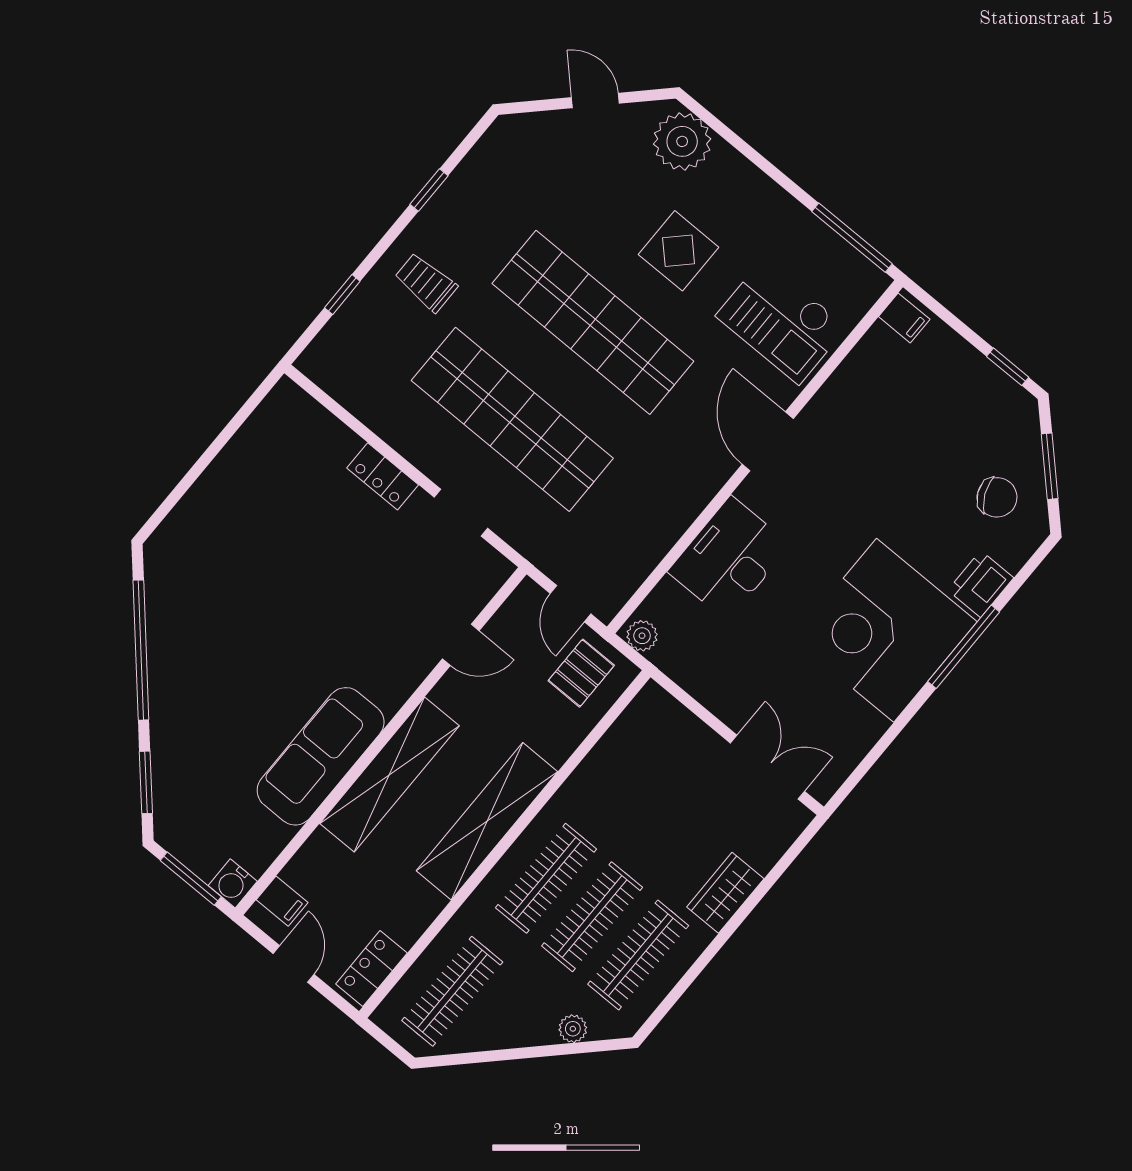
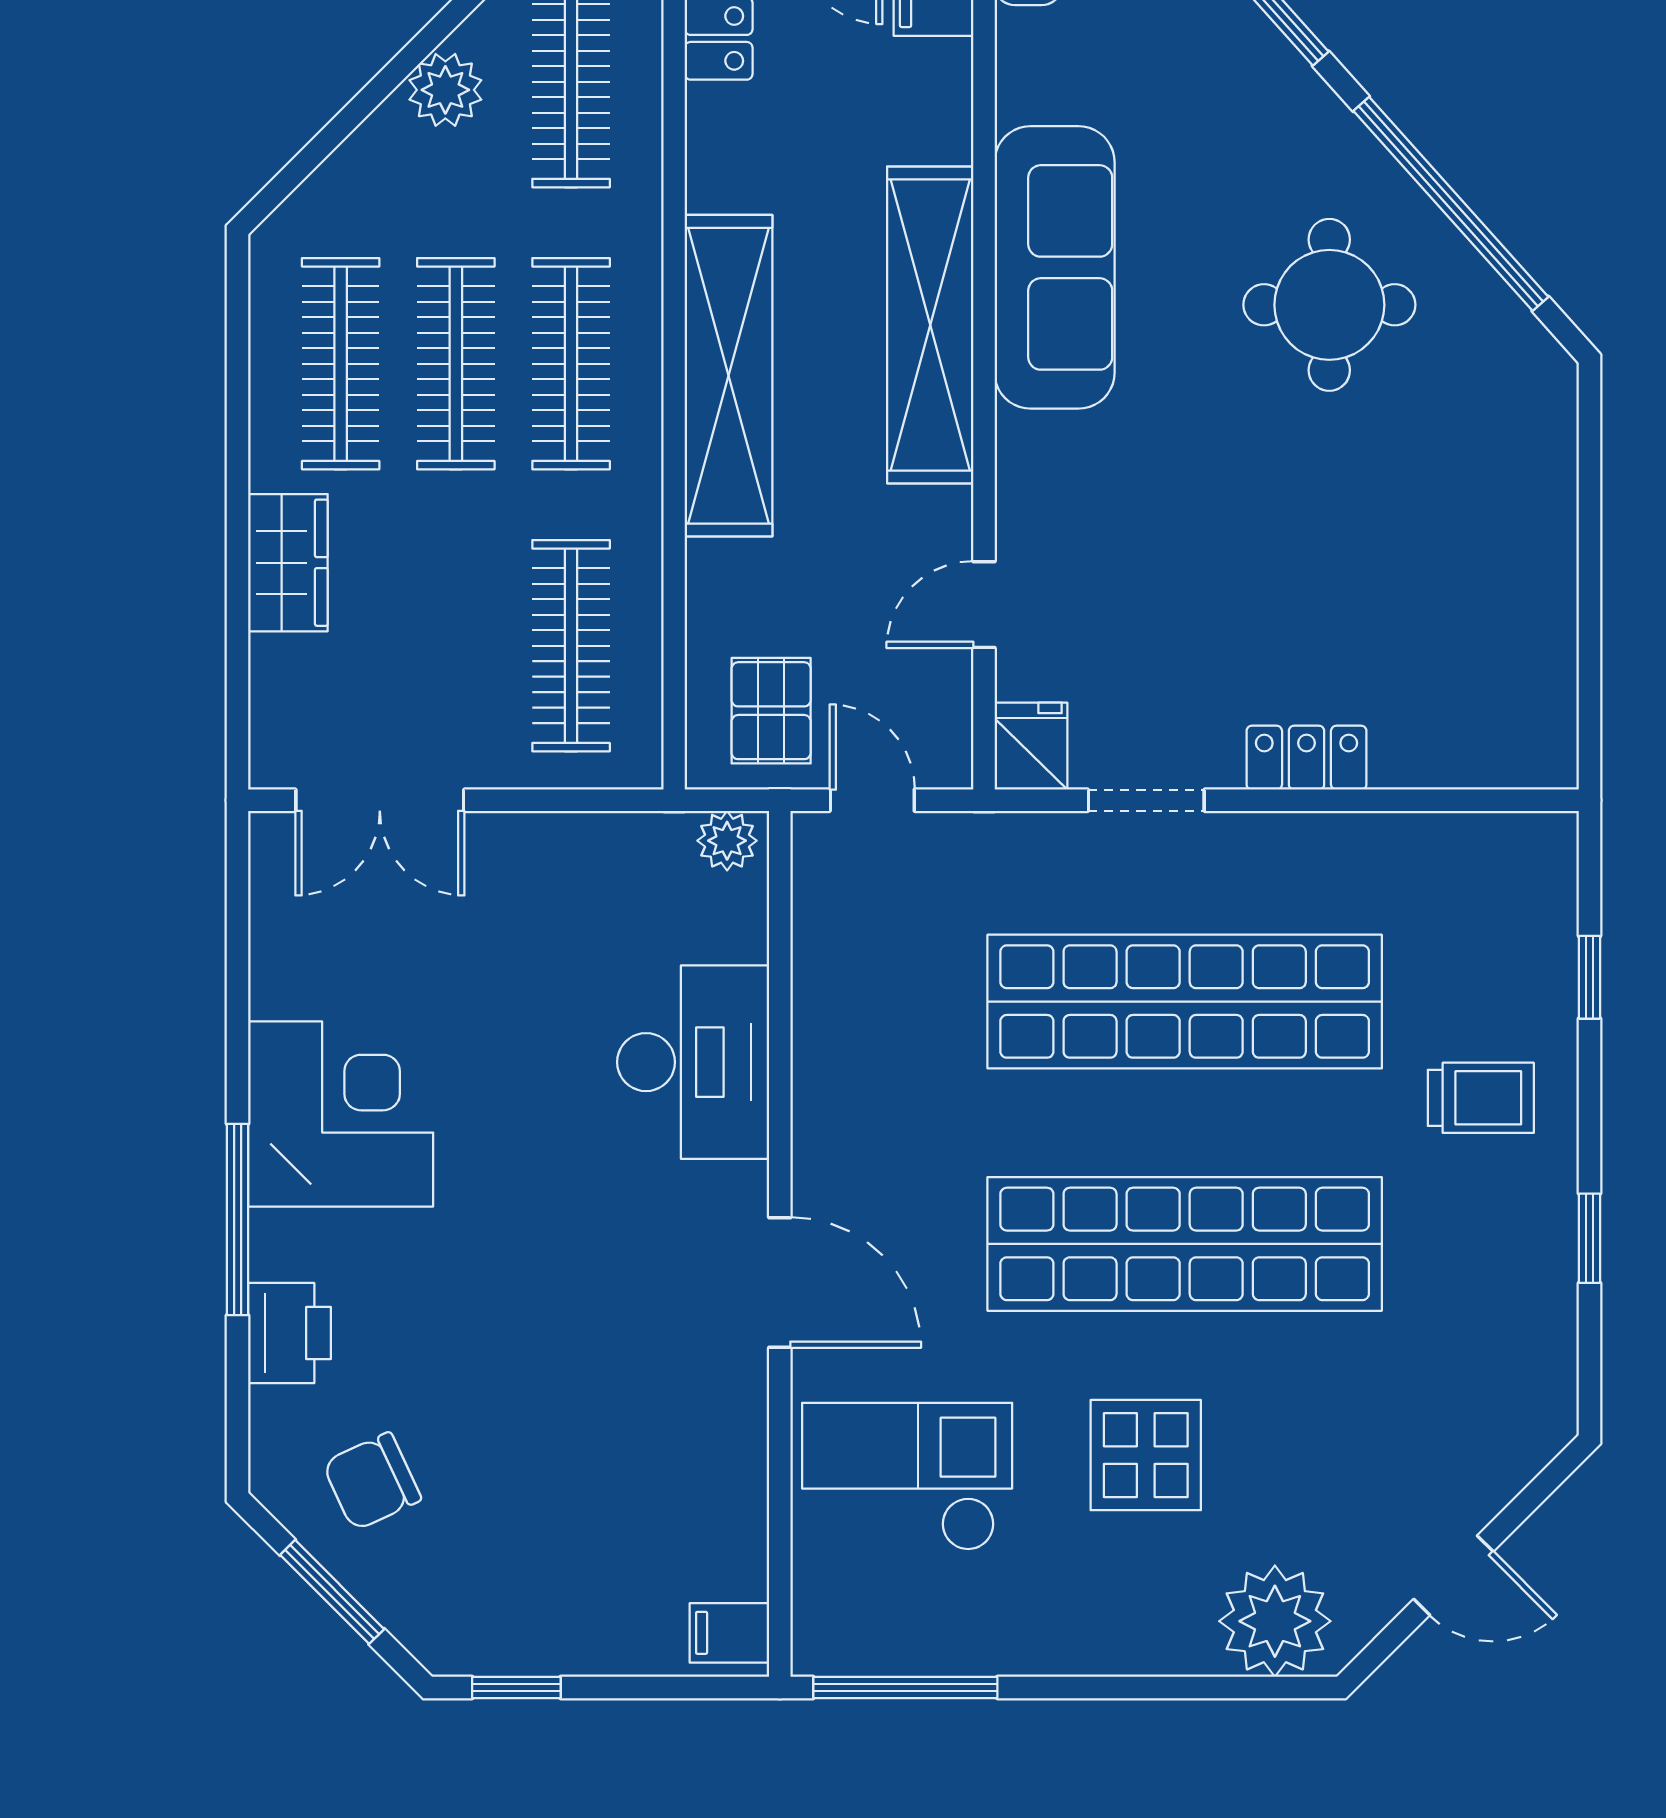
fridge: (489, 573) -> (1031, 746), added
corner desk: (885, 630) -> (341, 1114), width x0.74, depth x0.74
round table: (223, 650) -> (1329, 305), added
clothes rail: (640, 766) -> (571, 646), added
plant: (573, 1029) -> (445, 90), moved, width x1.38, depth x1.38

